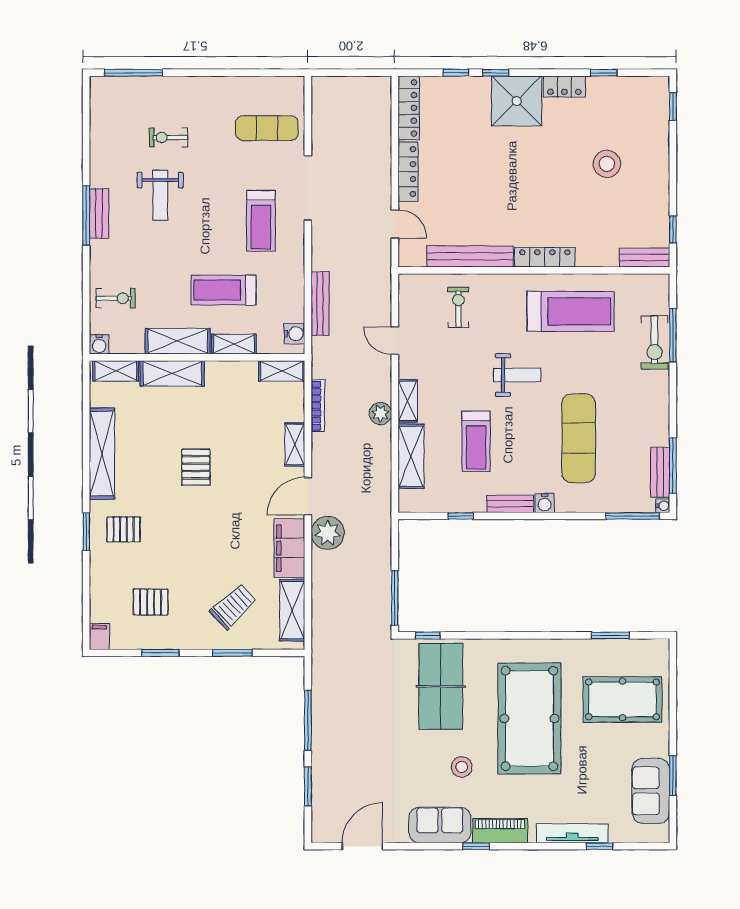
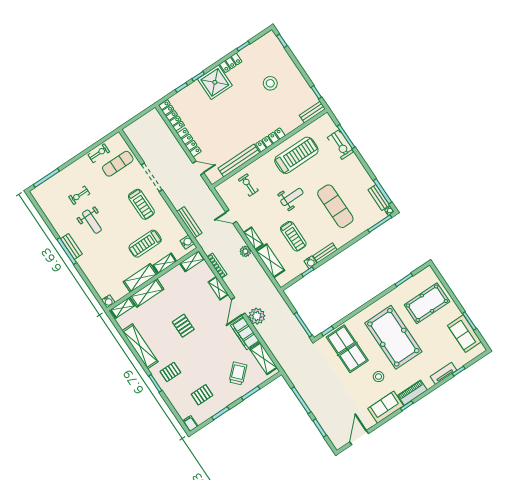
exercise bike: (116, 298) -> (99, 153), moved
water cooler: (545, 503) -> (310, 262), moved
tv unit: (572, 833) -> (443, 373), width x0.71

